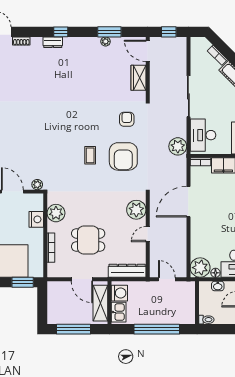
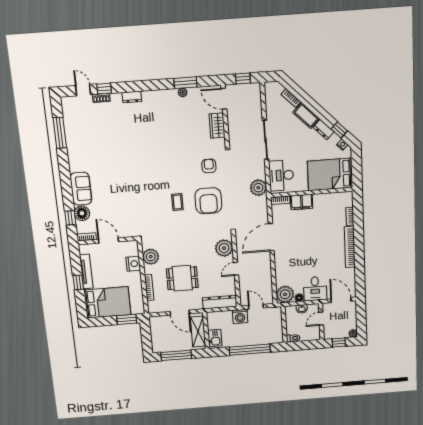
window: (61, 32) -> (104, 89), moved
plant: (37, 185) -> (131, 232), removed
washing machine: (119, 293) -> (240, 316), moved, turned 90

